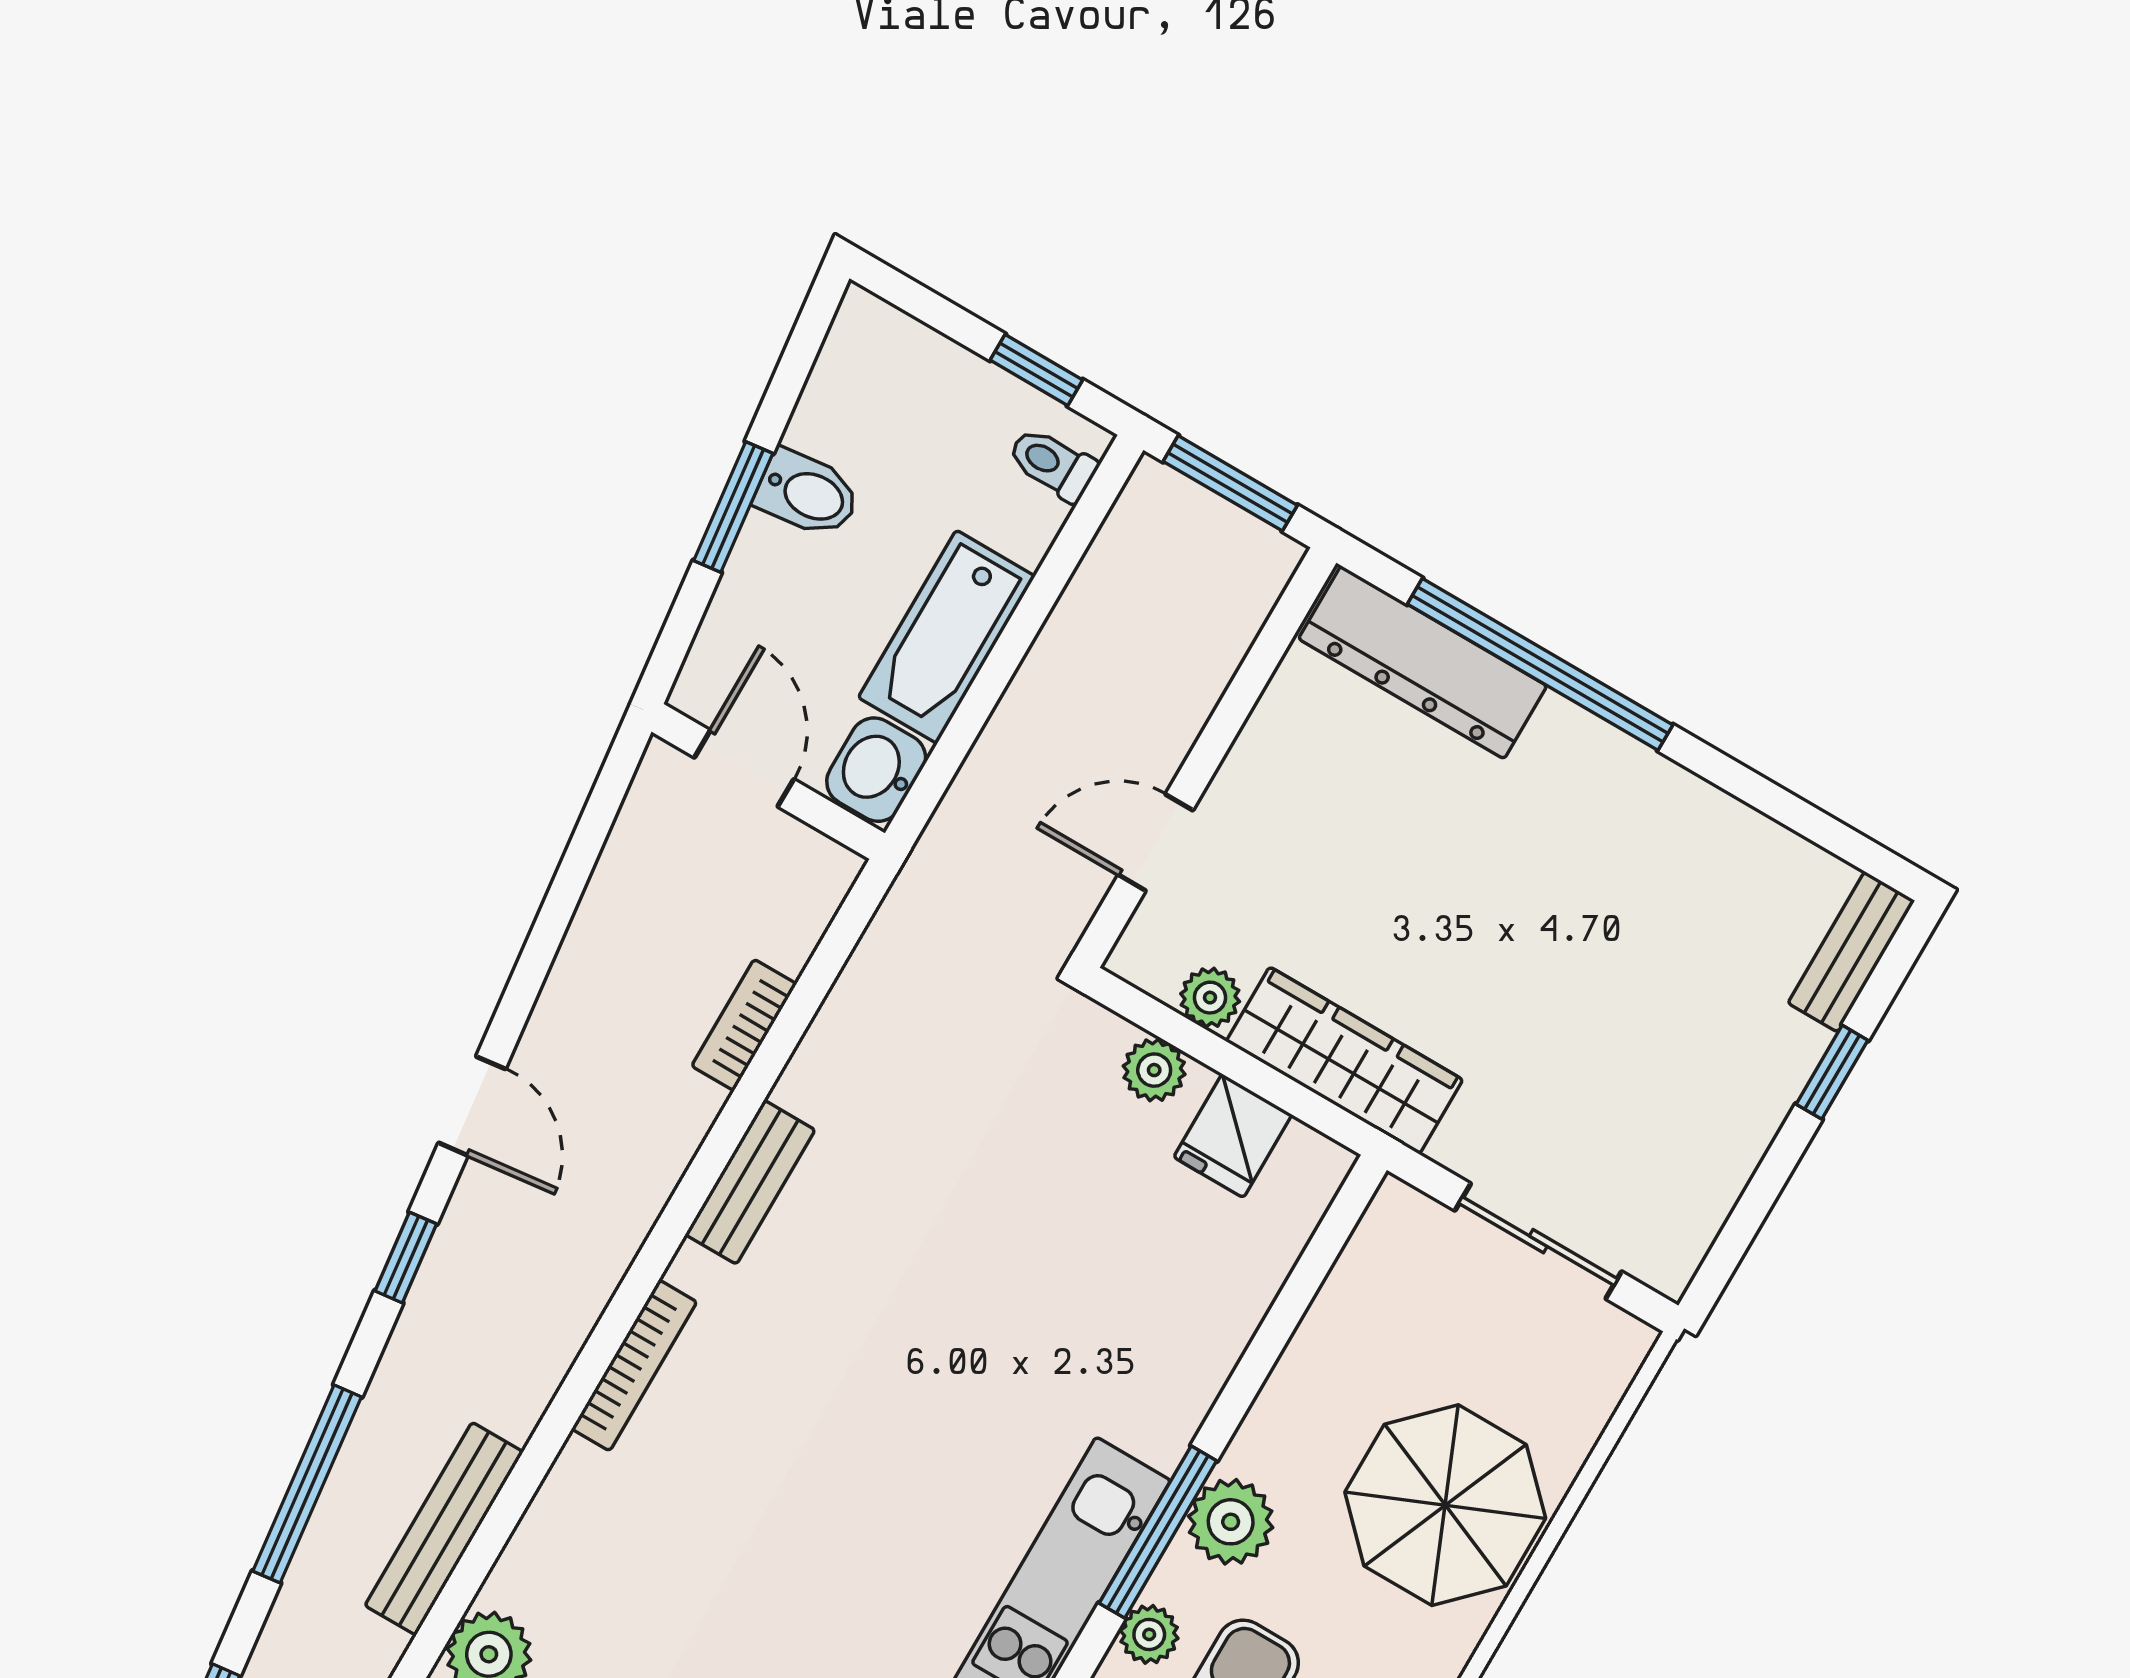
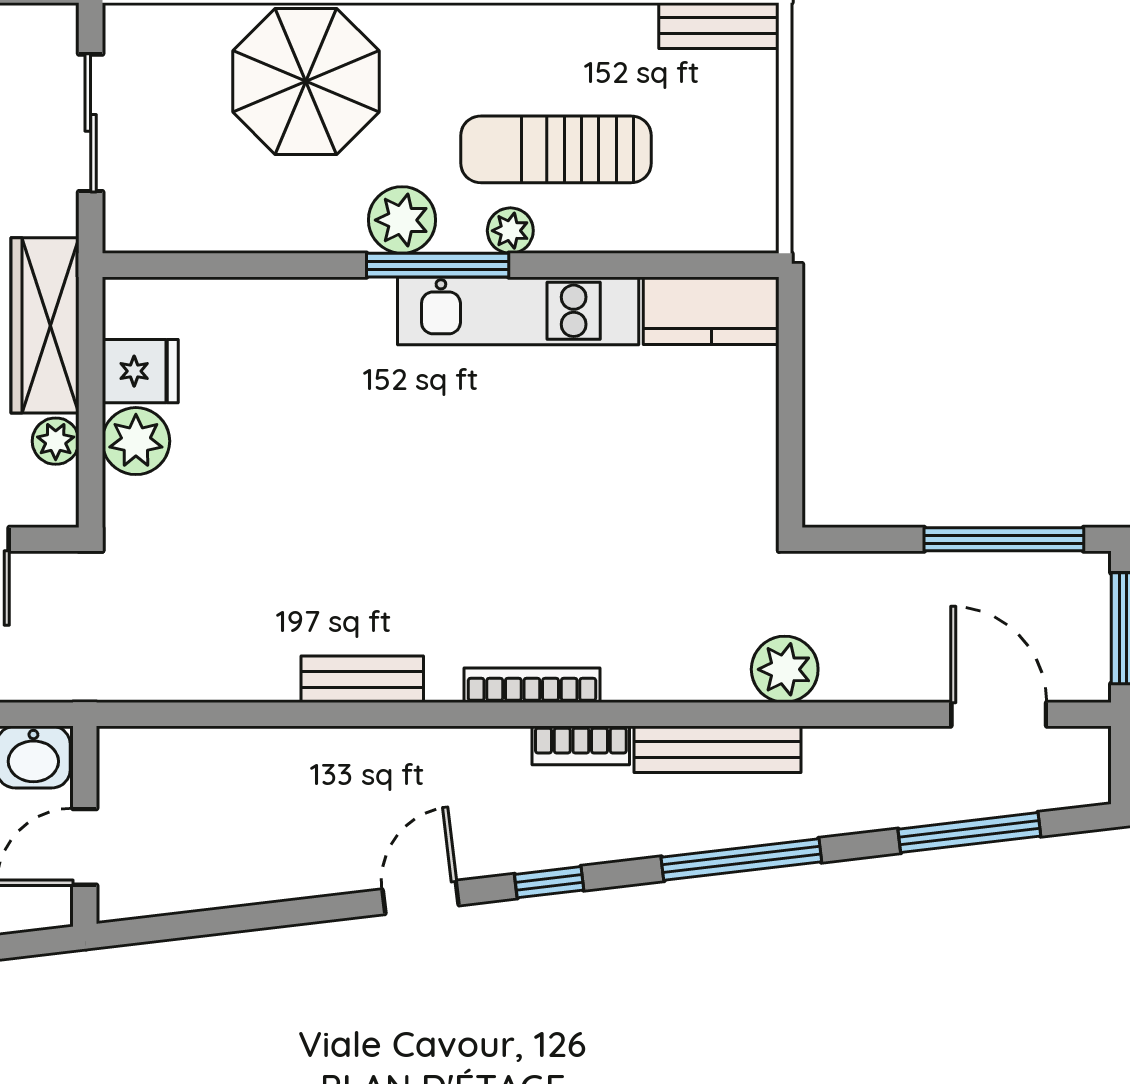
bookcase: (744, 1025) -> (581, 745), moved
plant: (1154, 1070) -> (136, 441), width x1.38, depth x1.38

